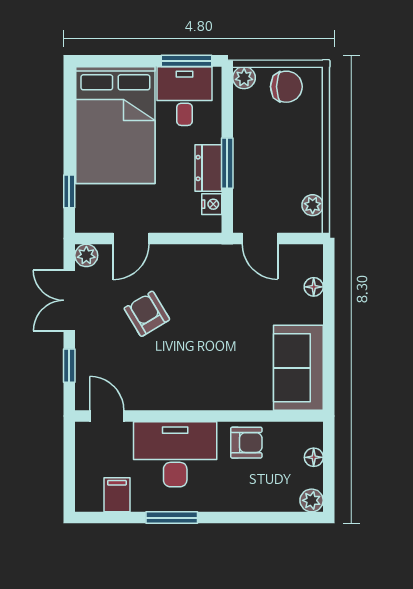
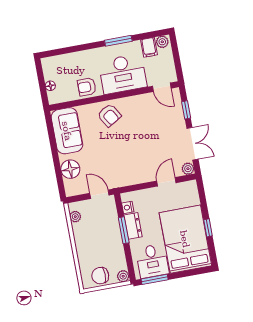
window: (69, 191) -> (208, 228), moved
floor lamp: (314, 287) -> (70, 169), width x1.89, depth x1.89
armchair: (147, 314) -> (109, 115), moved
plant: (312, 500) -> (162, 42), moved

